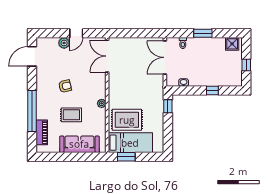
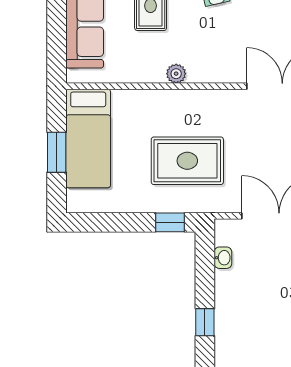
rug: (127, 120) -> (187, 161), moved, turned 90
window: (126, 157) -> (57, 152), moved

